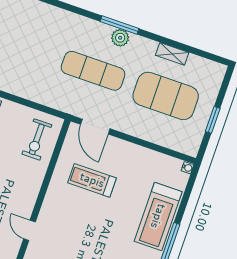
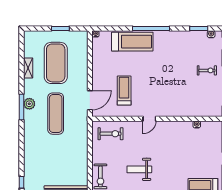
treadmill: (92, 180) -> (124, 91), turned 180
door: (29, 230) -> (149, 119), moved

